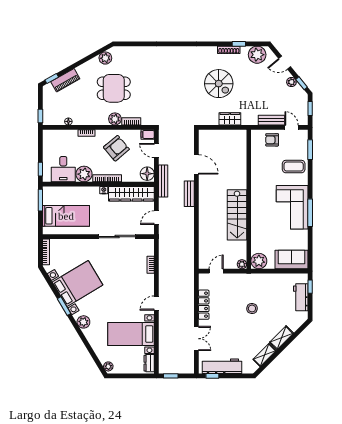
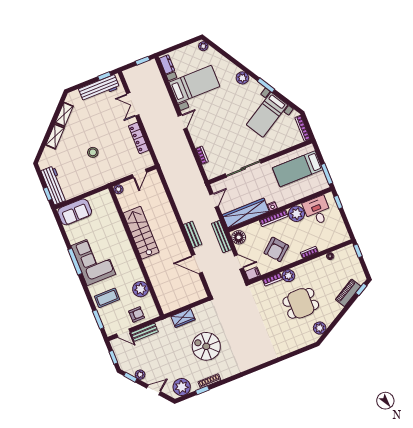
plant: (259, 261) -> (141, 289), moved
bed with nightstands: (78, 284) -> (267, 115), width x0.73
workbench: (301, 297) -> (54, 185), width x1.38

